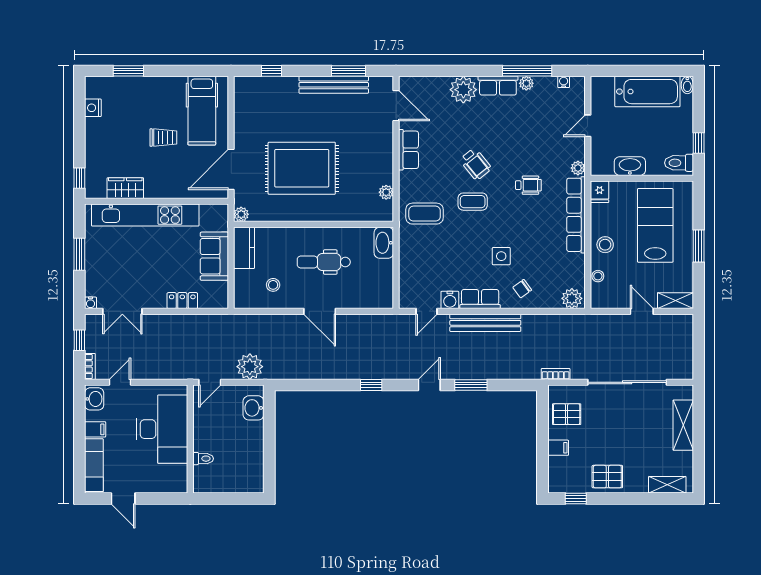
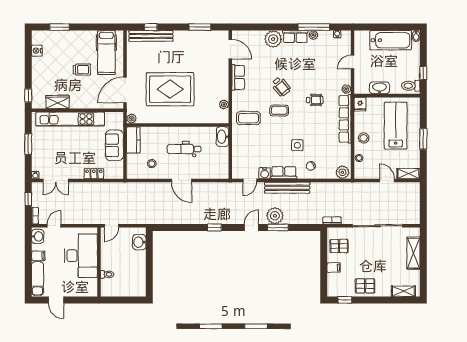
bench: (334, 85) -> (151, 36), moved
plant: (250, 367) -> (275, 216), moved

